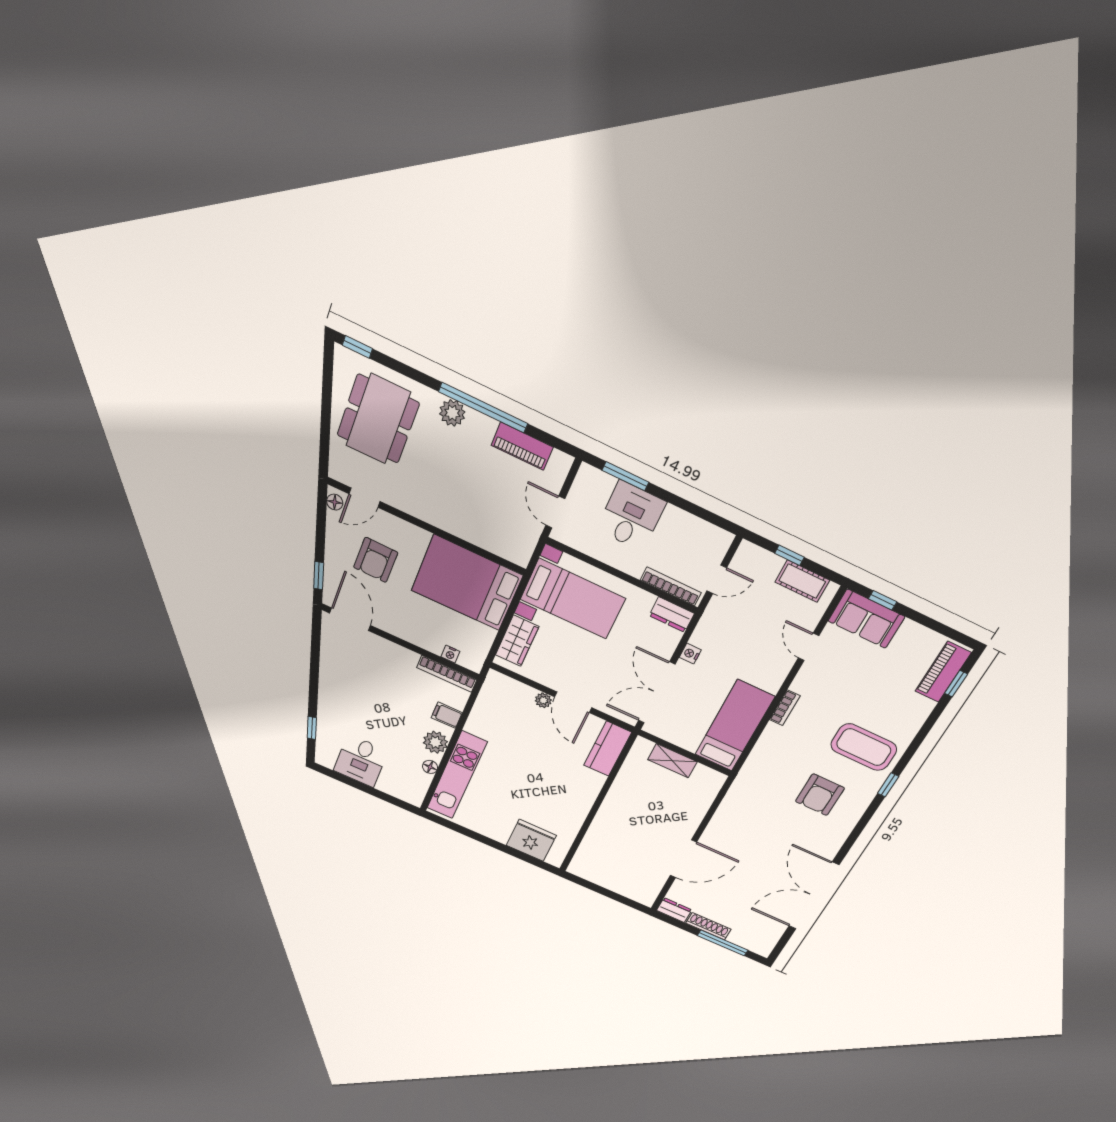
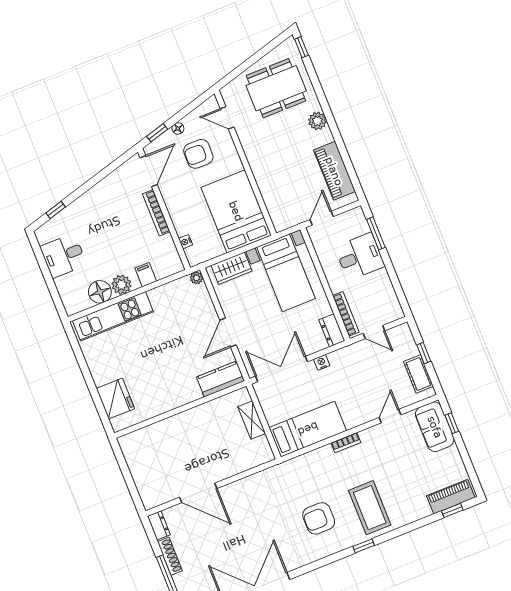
window: (483, 408) -> (336, 133), removed
piano: (522, 446) -> (334, 171), width x1.37, depth x1.33
floor lamp: (335, 502) -> (178, 128), moved
bookcase: (447, 674) -> (156, 213), moved
plant: (543, 700) -> (196, 278), moved
floor lamp: (430, 767) -> (100, 292), width x1.89, depth x1.89

